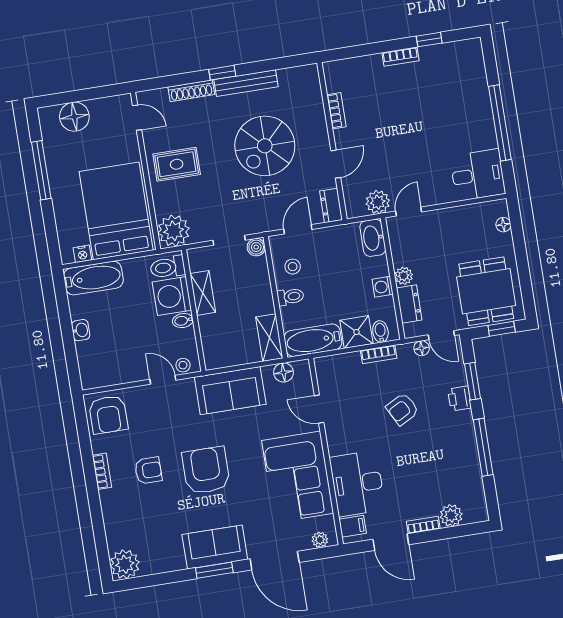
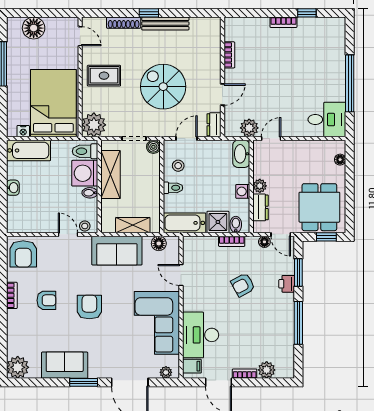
spiral stairs: (265, 146) -> (163, 87), moved, turned 90
shelving: (203, 293) -> (111, 175), width x1.50, depth x1.33
shelving: (269, 338) -> (133, 225), moved, turned 90
armchair: (206, 470) -> (89, 307), width x0.73, depth x0.73
sofa: (215, 547) -> (65, 365), moved

